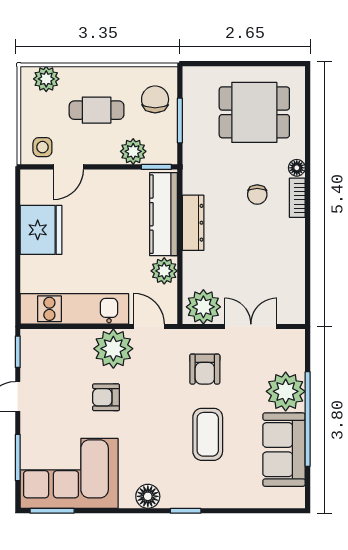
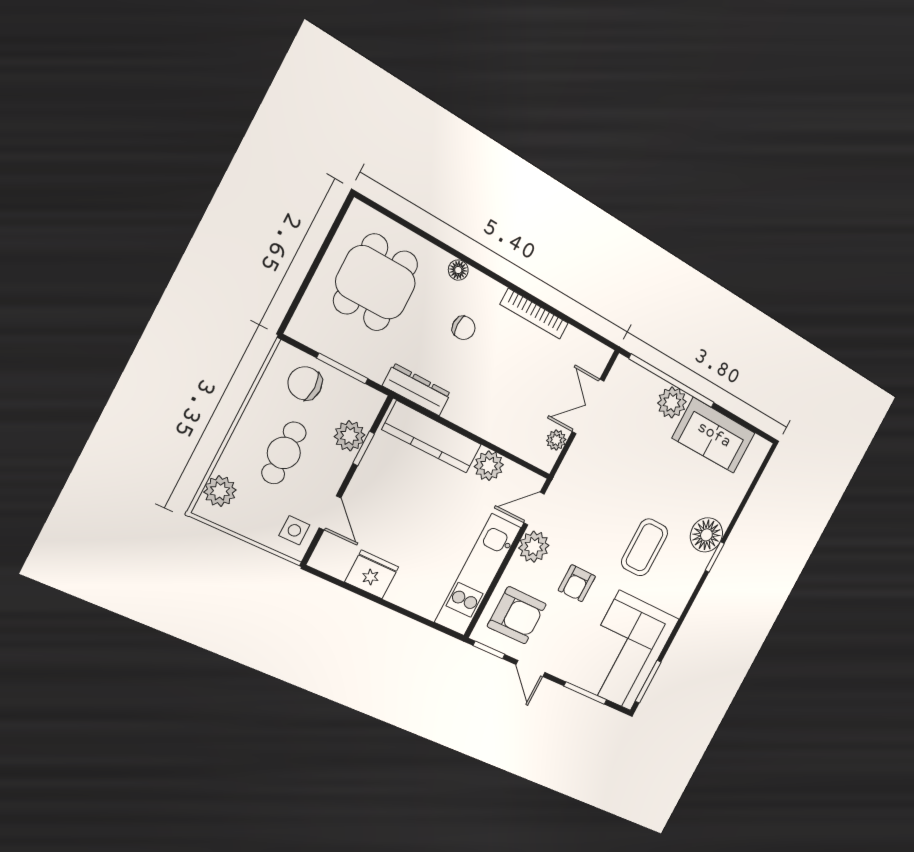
window: (156, 167) -> (364, 449), moved
bookcase: (297, 198) -> (534, 314), moved, width x1.56
dresser: (193, 223) -> (417, 390), moved
fridge: (41, 230) -> (372, 574), width x0.73, depth x0.75
plant: (203, 307) -> (556, 440), width x0.53, depth x0.53
plant: (113, 349) -> (534, 547), width x0.73, depth x0.73
armchair: (205, 369) -> (517, 615), moved, width x1.38, depth x1.38
plant: (286, 391) -> (672, 402), width x0.73, depth x0.73
window: (308, 419) -> (672, 381), moved
coffee table: (208, 434) -> (645, 547), moved, turned 90
floor lamp: (148, 496) -> (706, 535), moved, width x1.38, depth x1.38

